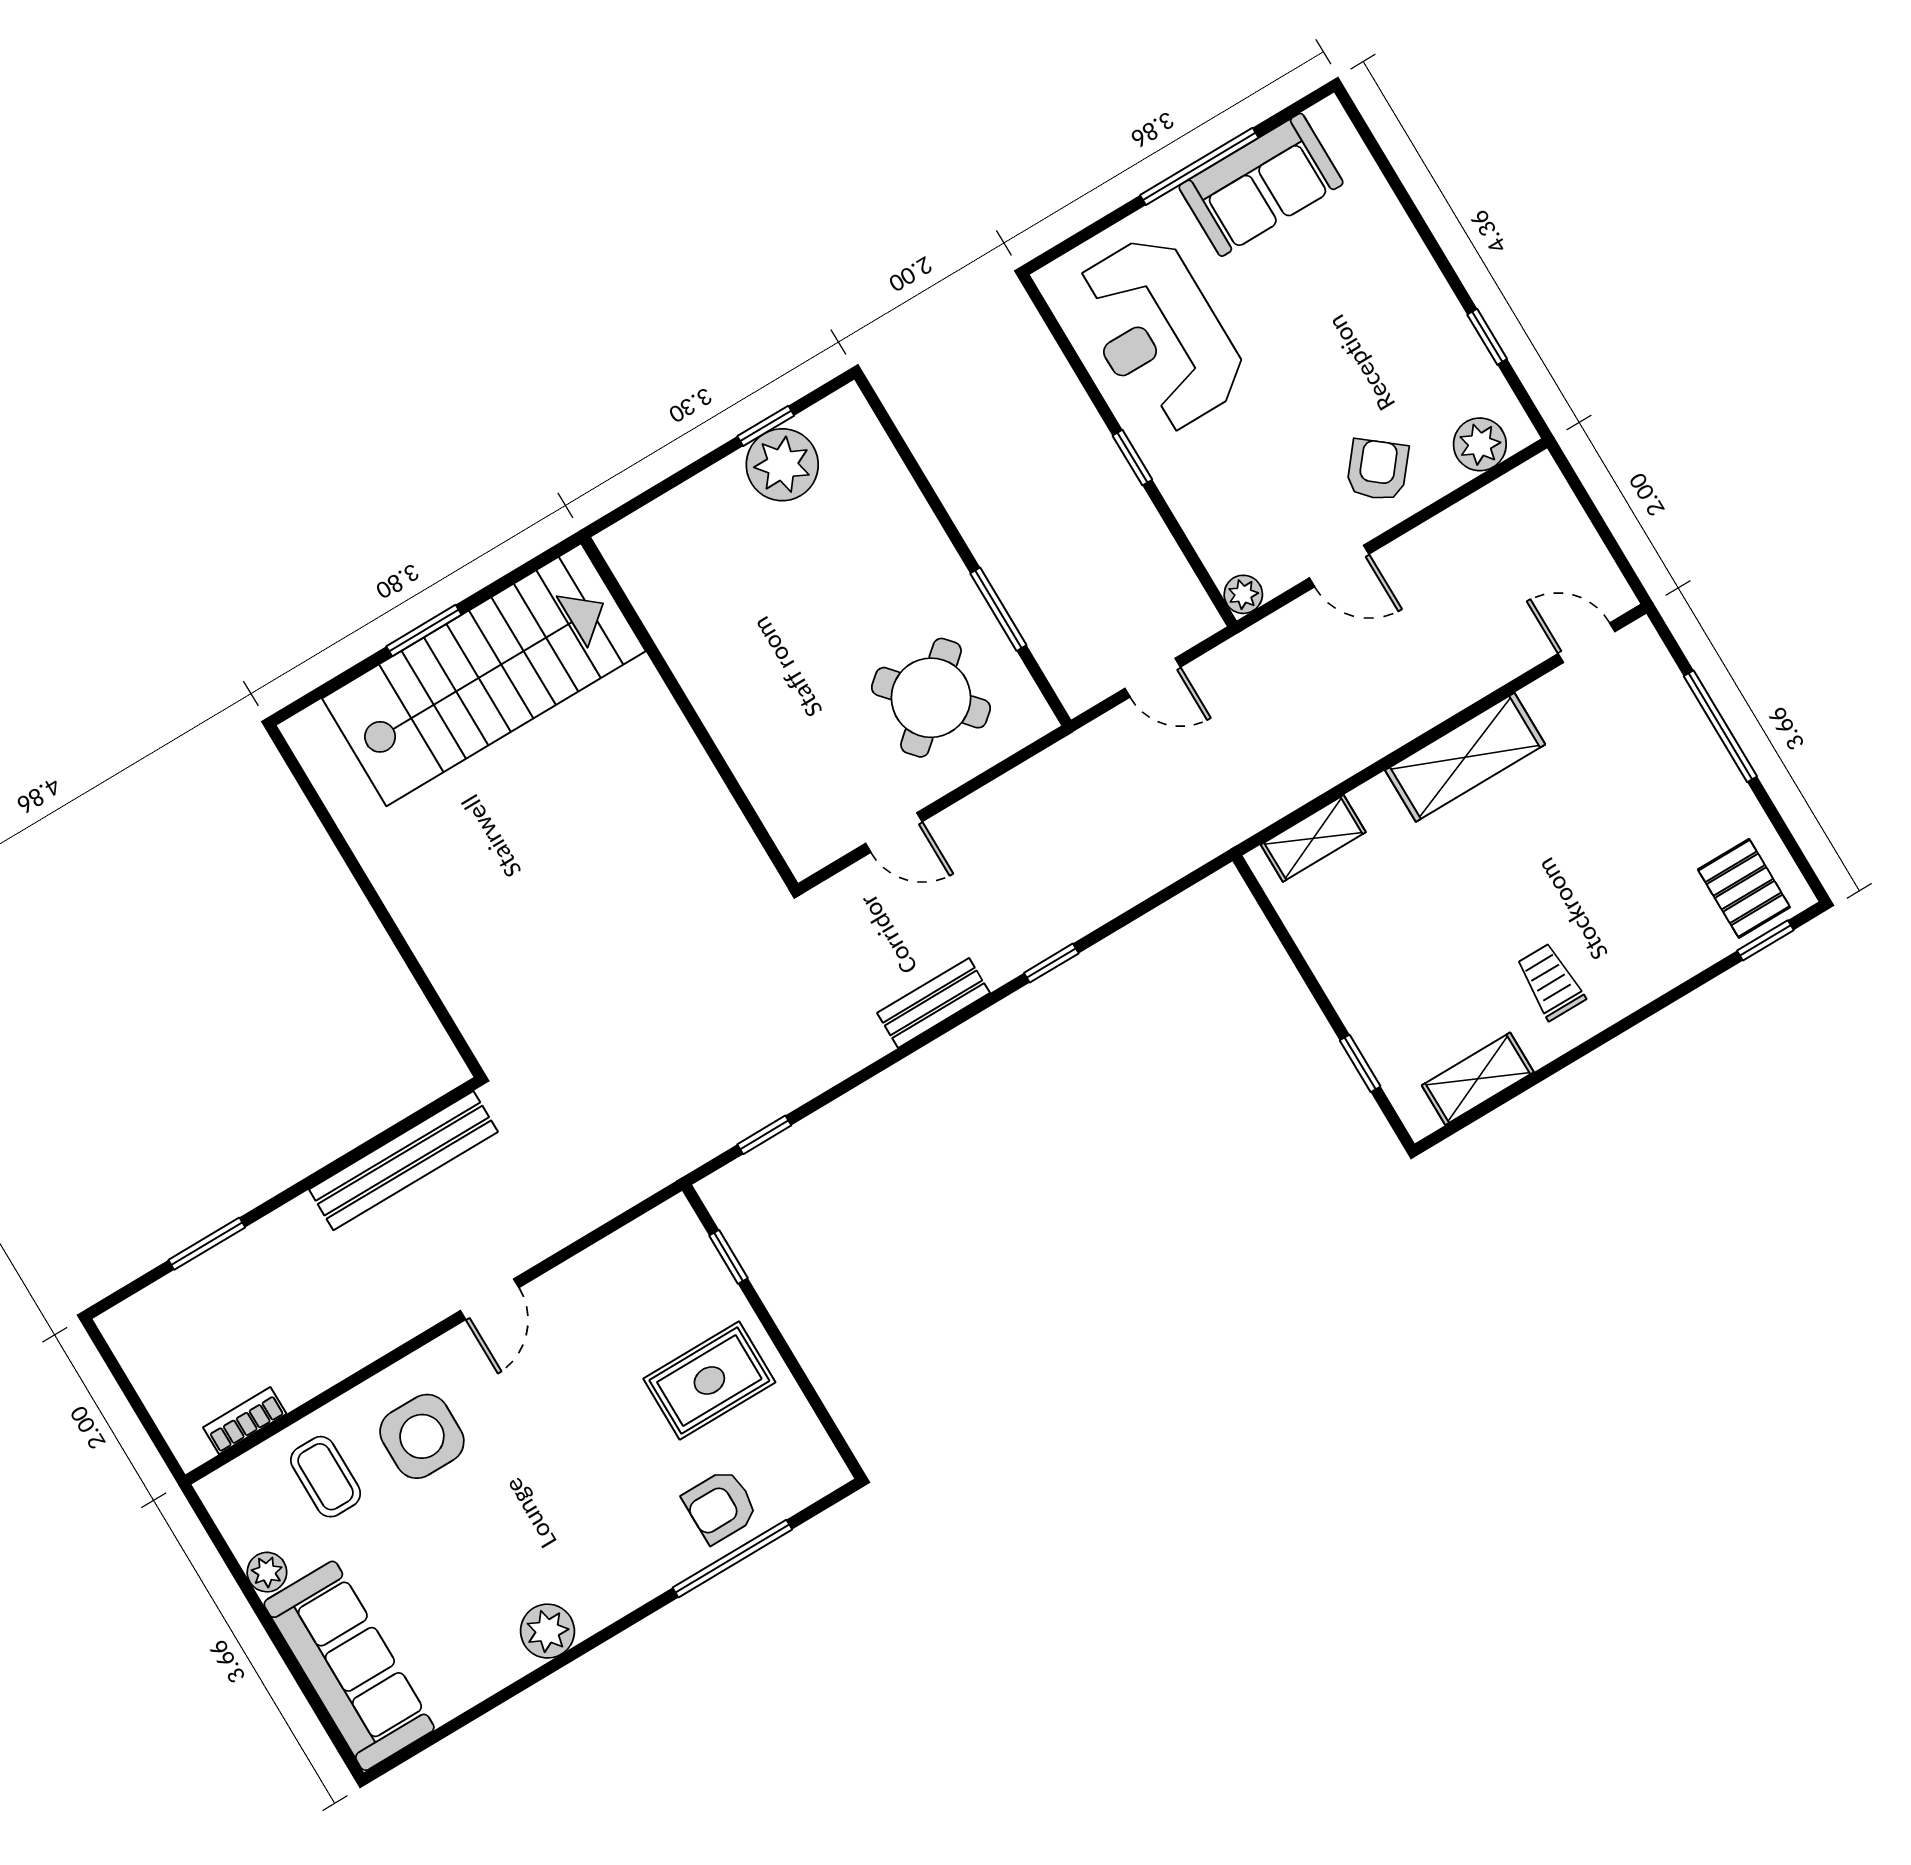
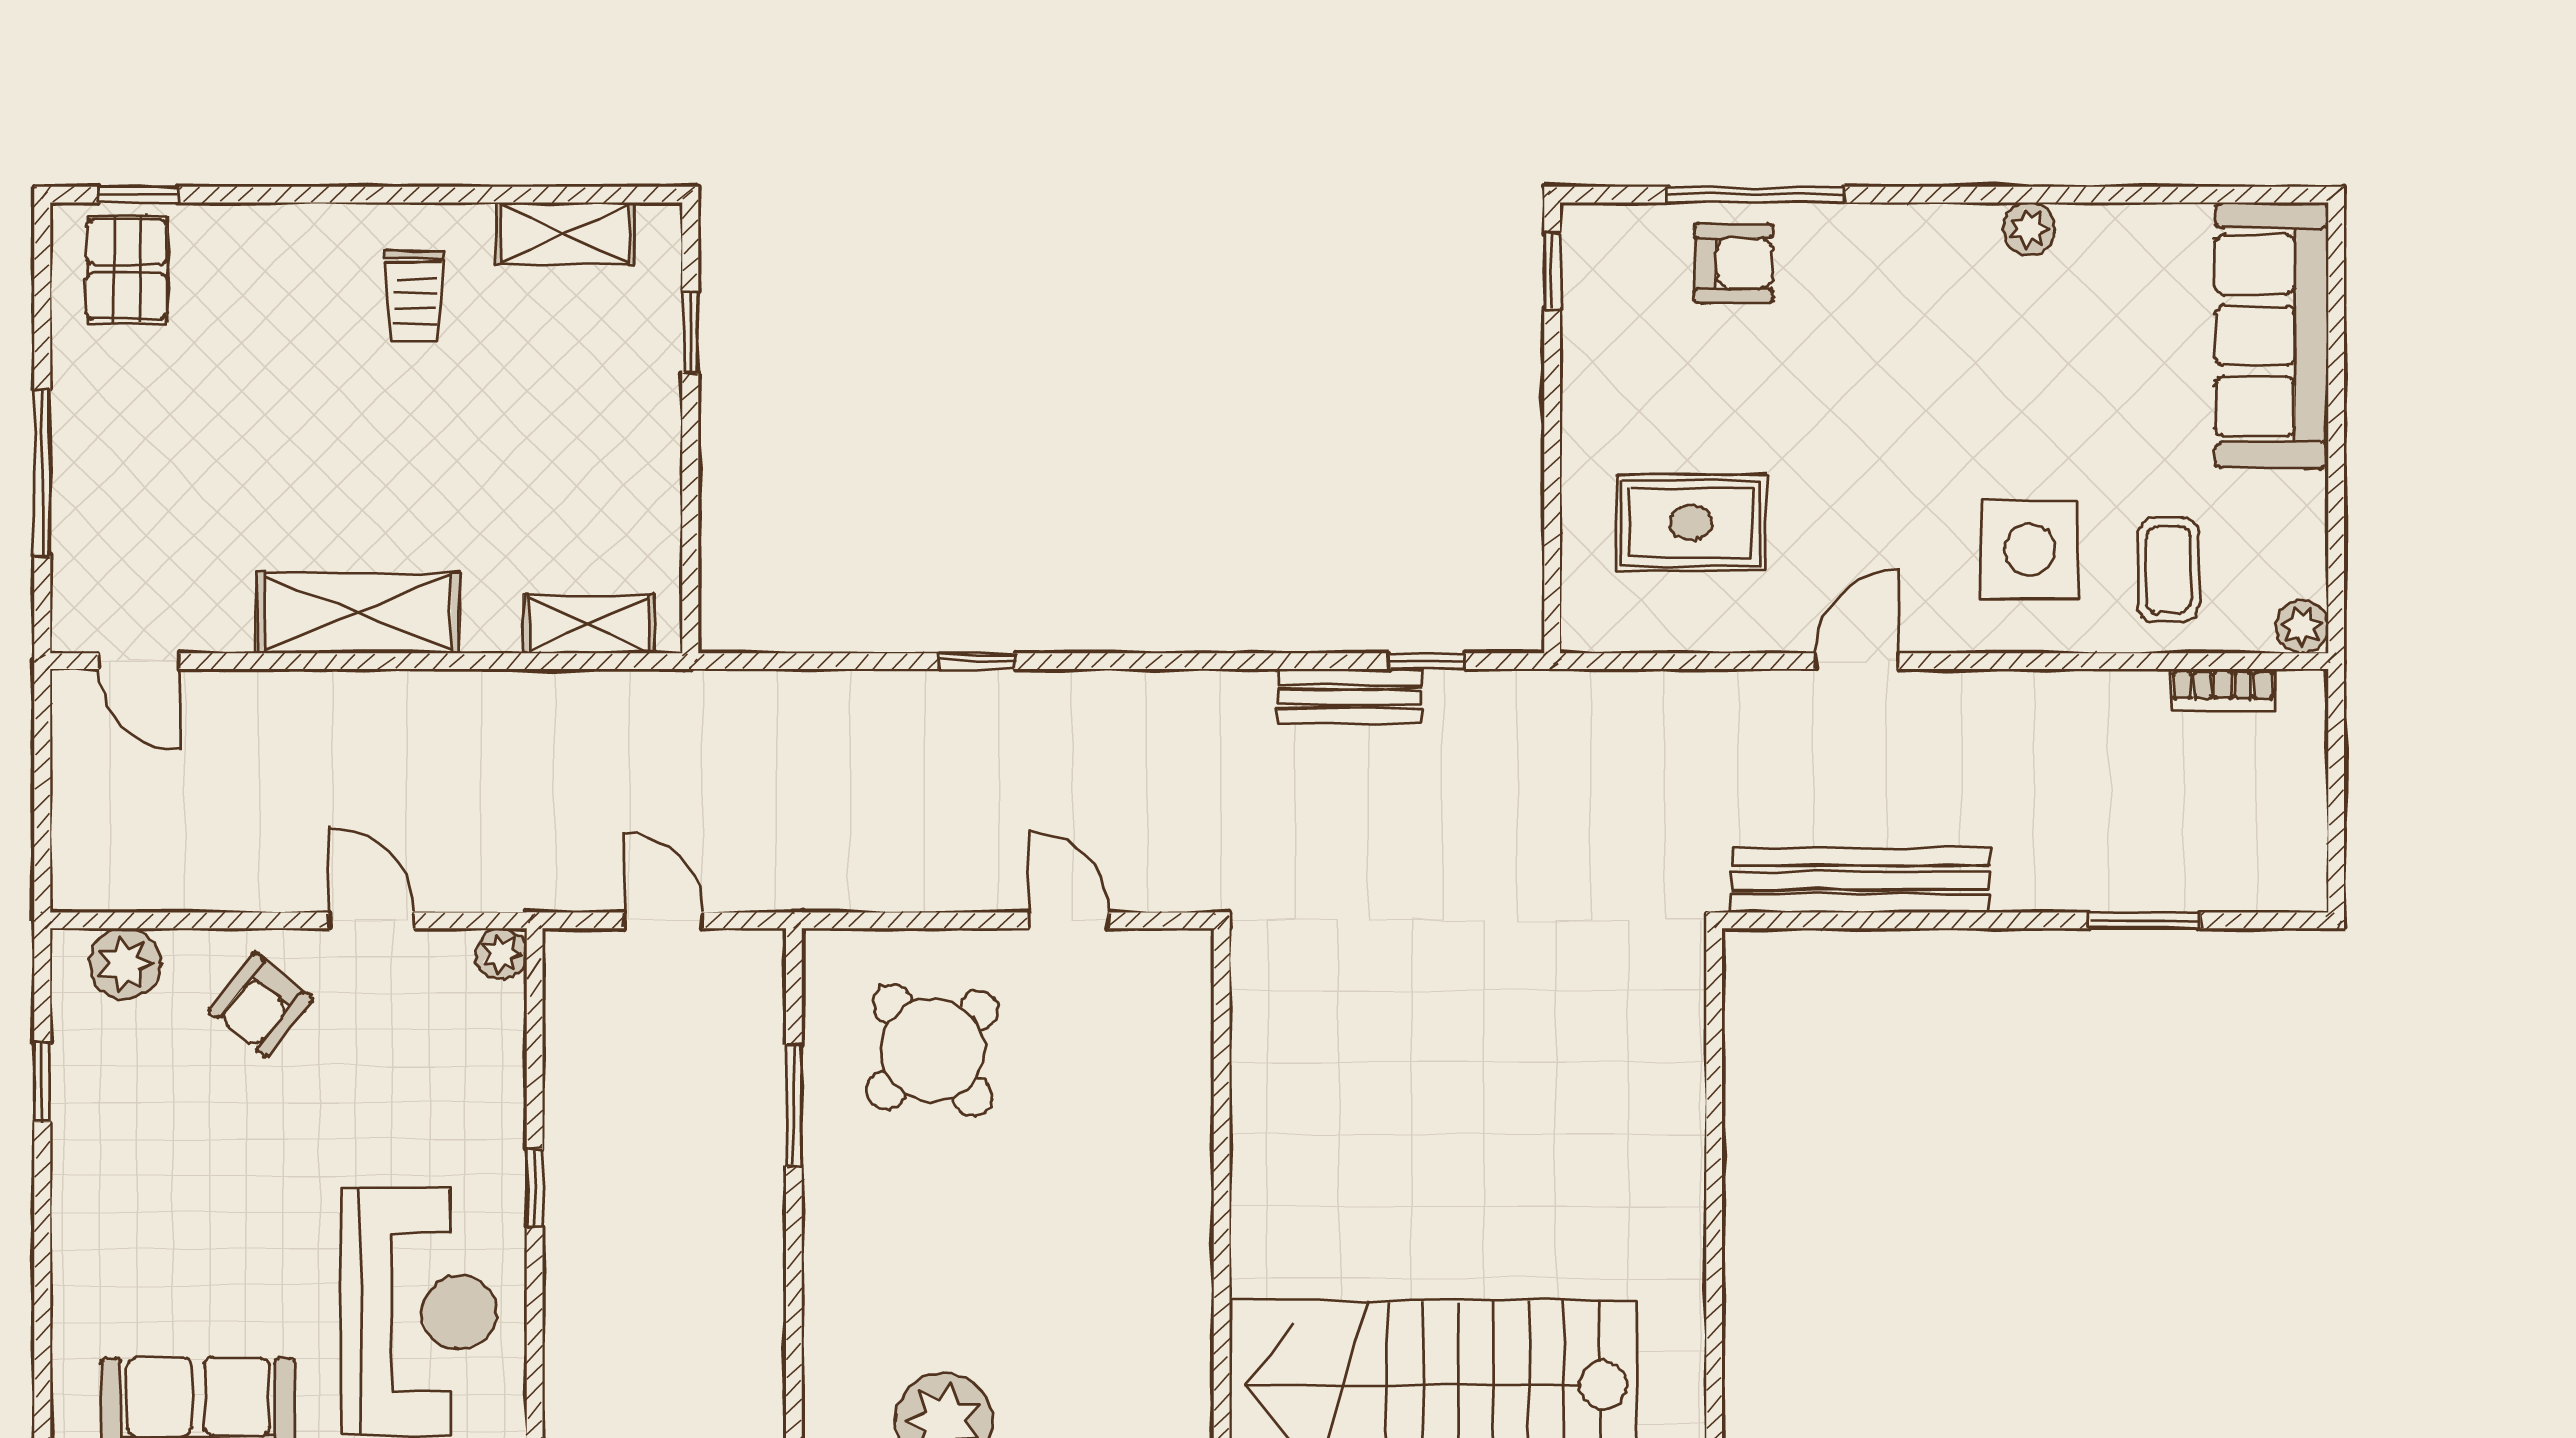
bench: (934, 1003) -> (1350, 696), moved
window: (729, 1257) -> (1552, 271), moved
rug: (709, 1380) -> (1691, 523), moved
plant: (267, 1572) -> (2302, 627), moved
plant: (548, 1631) -> (2029, 229), width x0.73, depth x0.73

